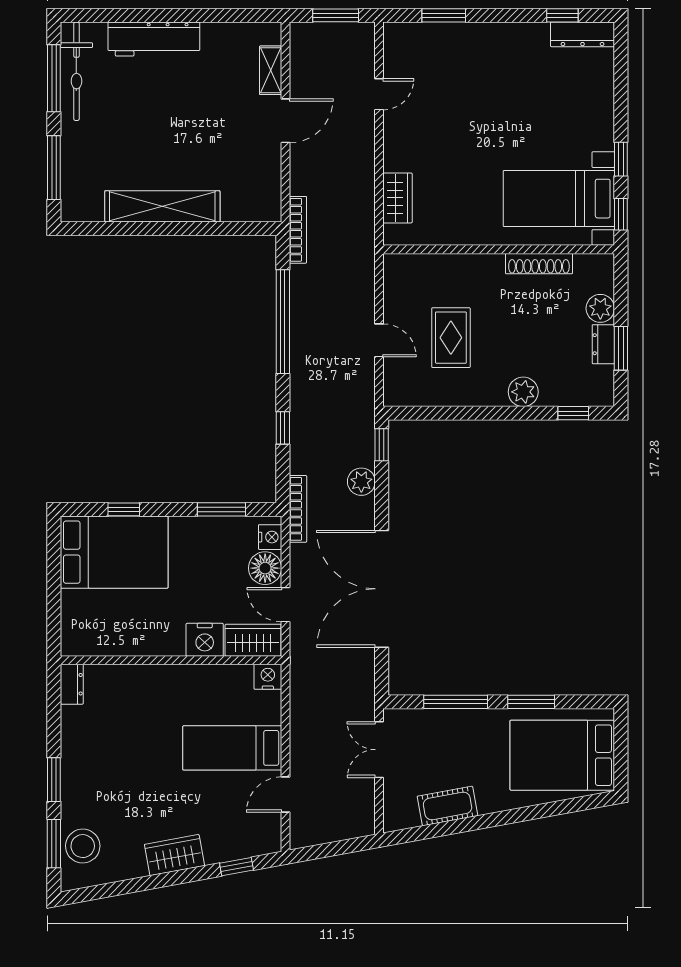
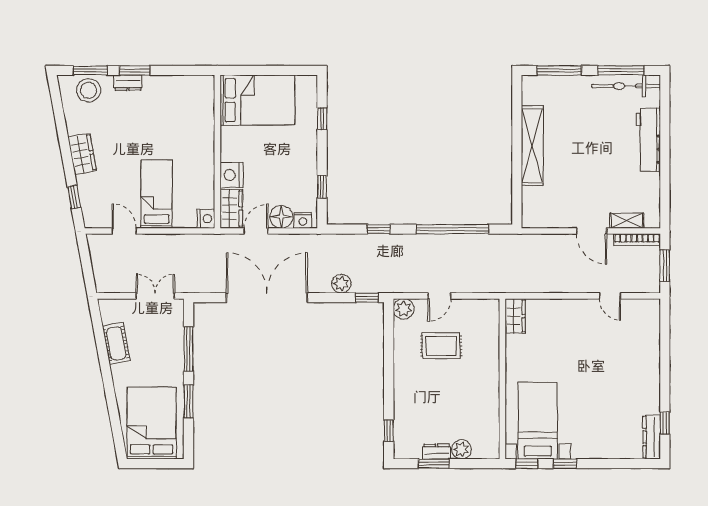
window: (444, 15) -> (665, 341), removed
wardrobe: (397, 198) -> (515, 316), moved, turned -90
bookcase: (298, 230) -> (637, 240), moved
shoe rack: (539, 264) -> (493, 407), removed
plant: (523, 392) -> (404, 309), moved
window: (222, 509) -> (322, 187), width x0.67
bookcase: (298, 509) -> (322, 240), removed
bed: (114, 552) -> (257, 100), moved, turned -90
dresser: (72, 684) -> (128, 83), moved

